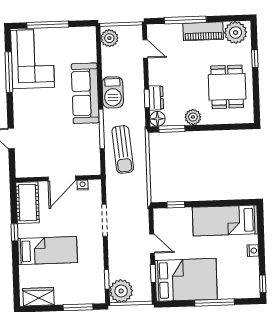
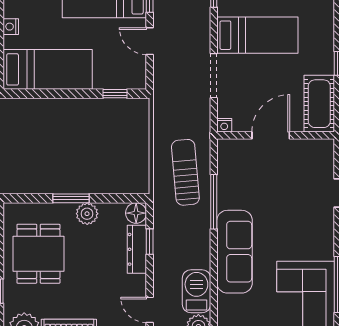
barbecue: (113, 92) -> (196, 291), moved
dresser: (156, 98) -> (137, 249), width x1.44
window: (172, 129) -> (71, 198), moved
nightstand: (83, 185) -> (224, 125), moved
bed: (48, 251) -> (257, 35), moved, turned 180

